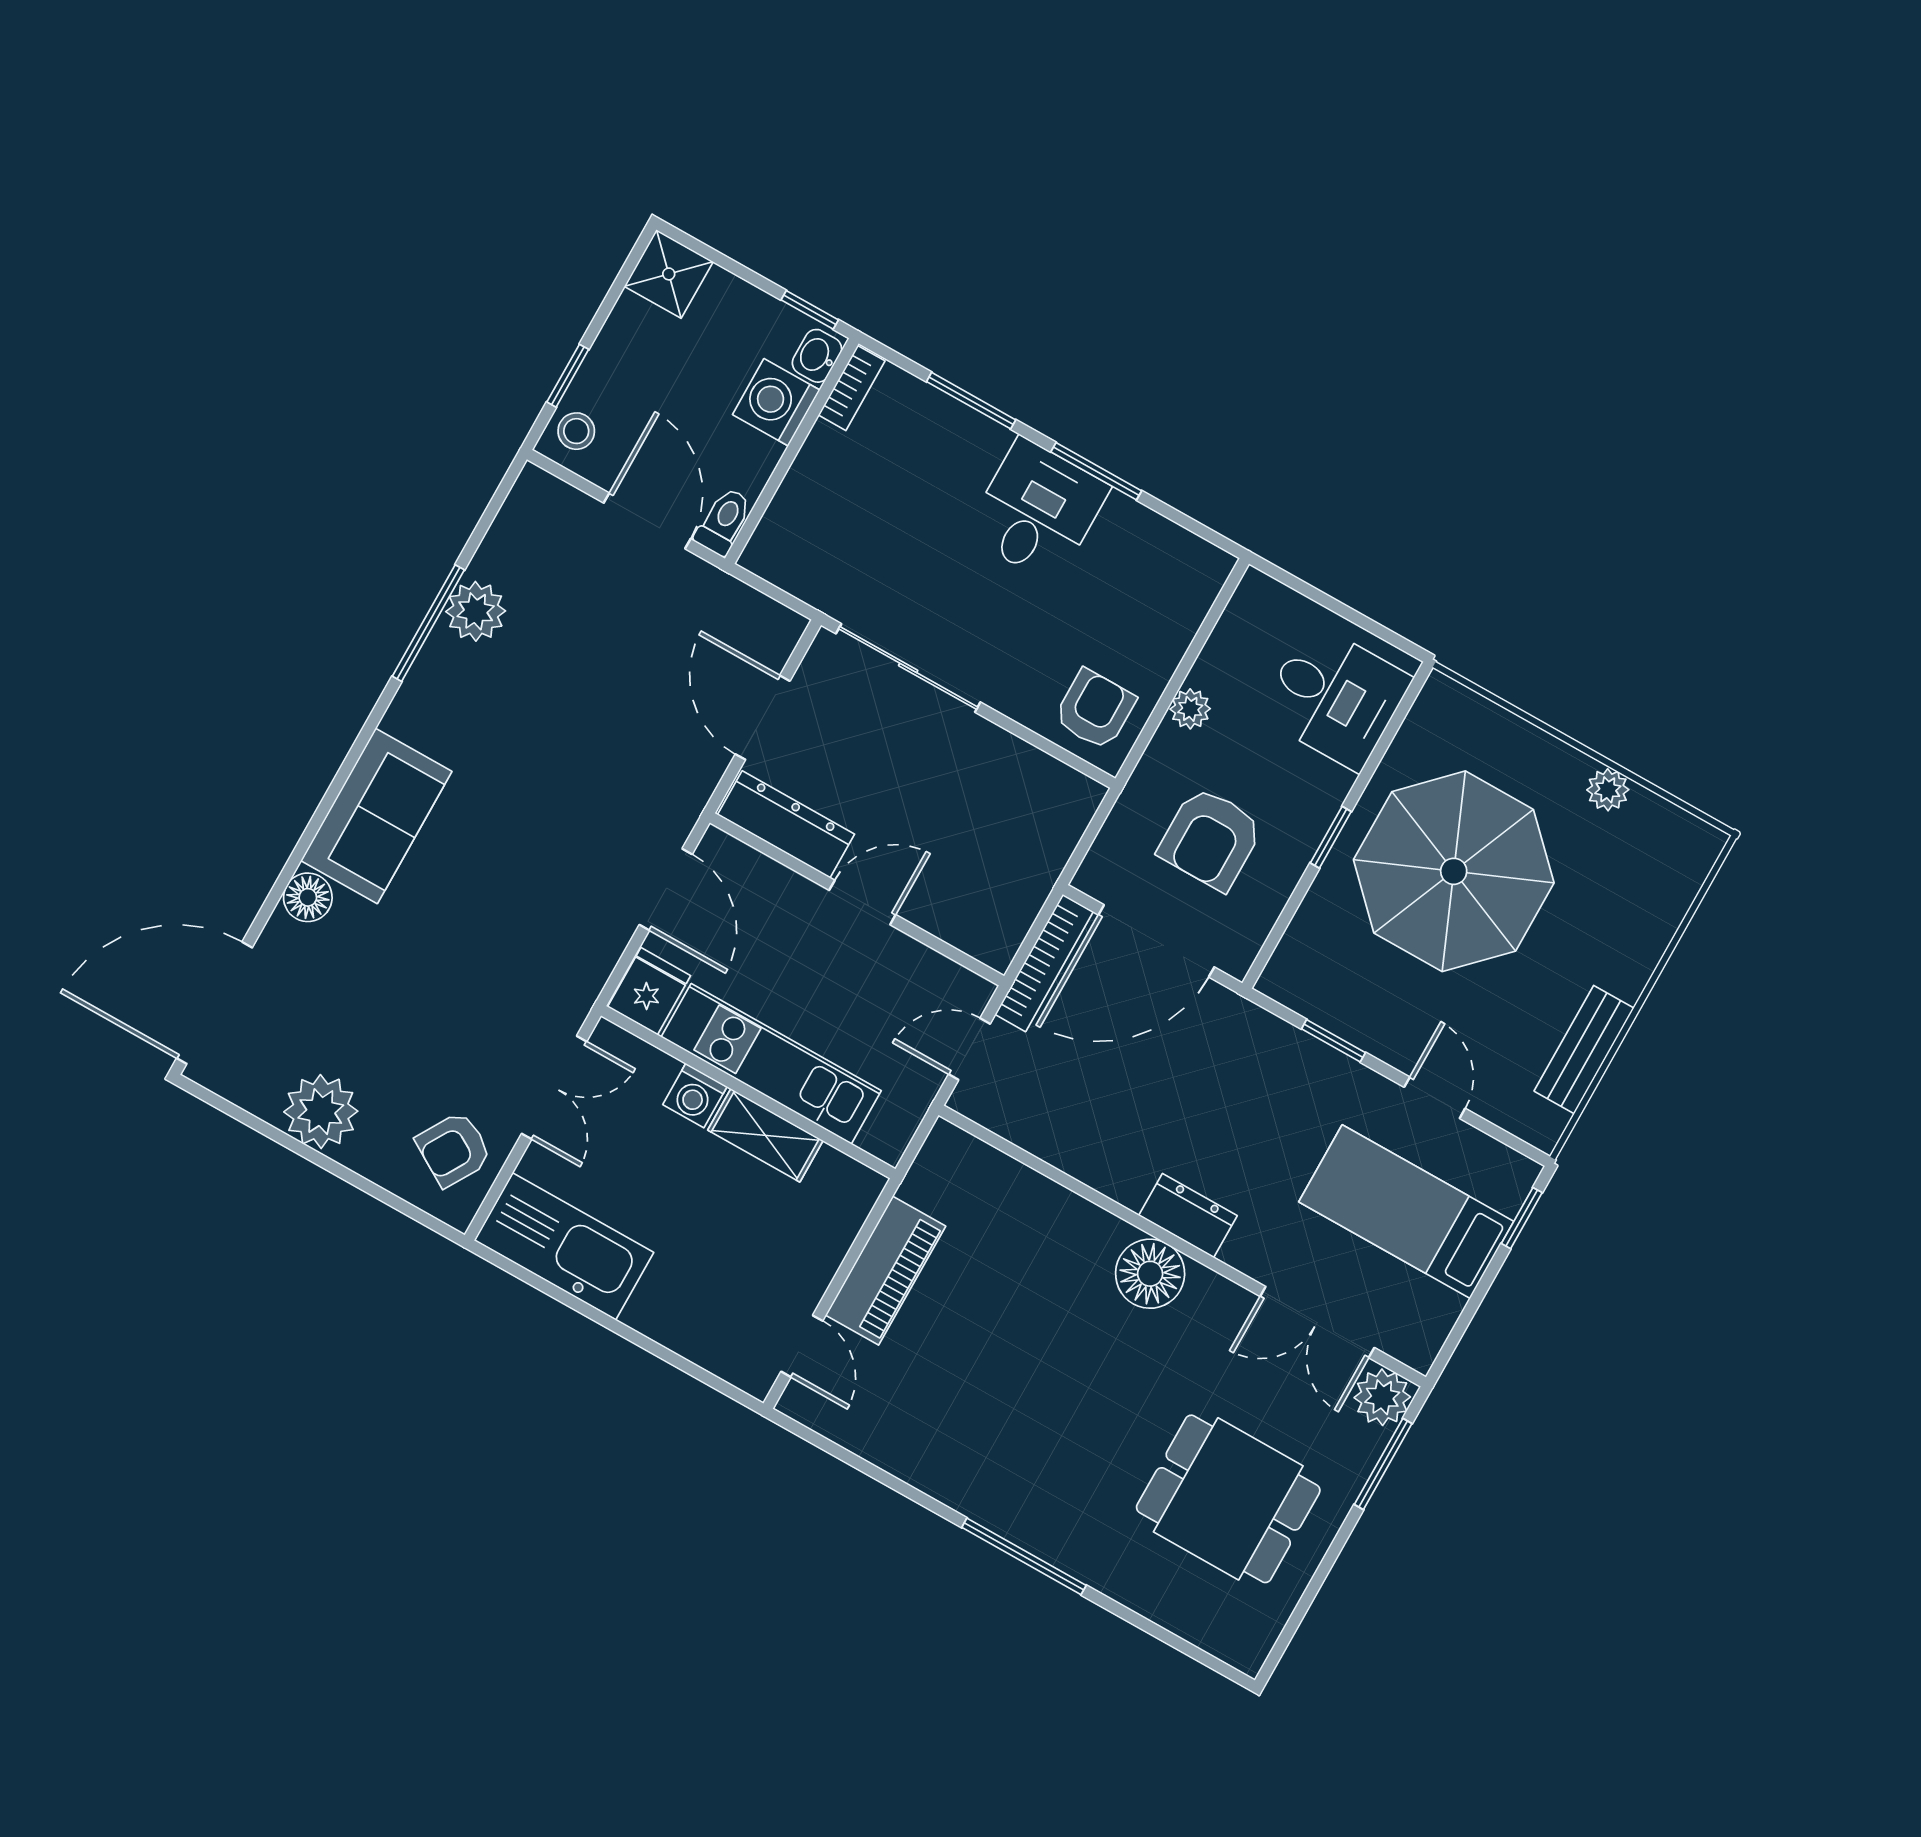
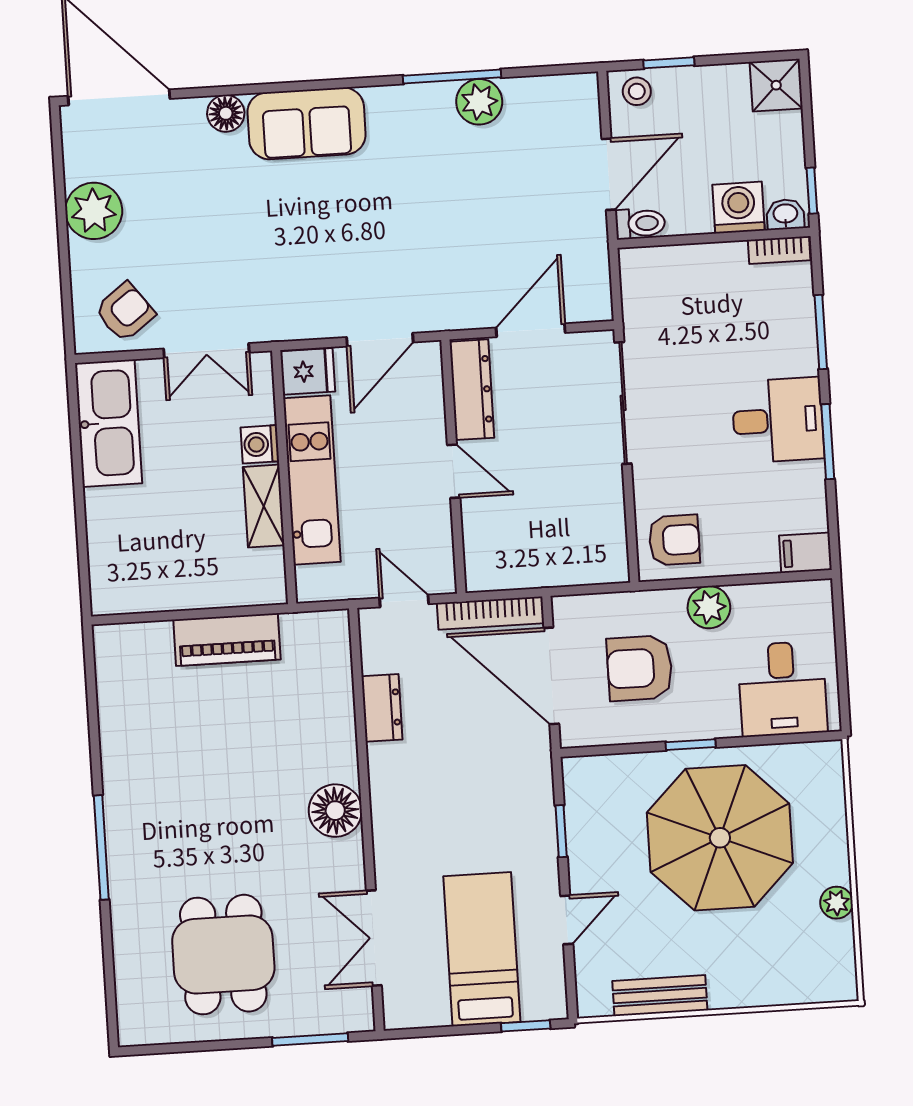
filing cabinet: (1202, 575) -> (805, 553), added
plant: (1190, 709) -> (709, 607), width x1.38, depth x1.38
armchair: (454, 1149) -> (125, 312), turned 112
dresser: (1188, 1216) -> (382, 708), moved
door: (802, 1346) -> (144, 617), removed
plant: (1382, 1397) -> (353, 1011), removed

